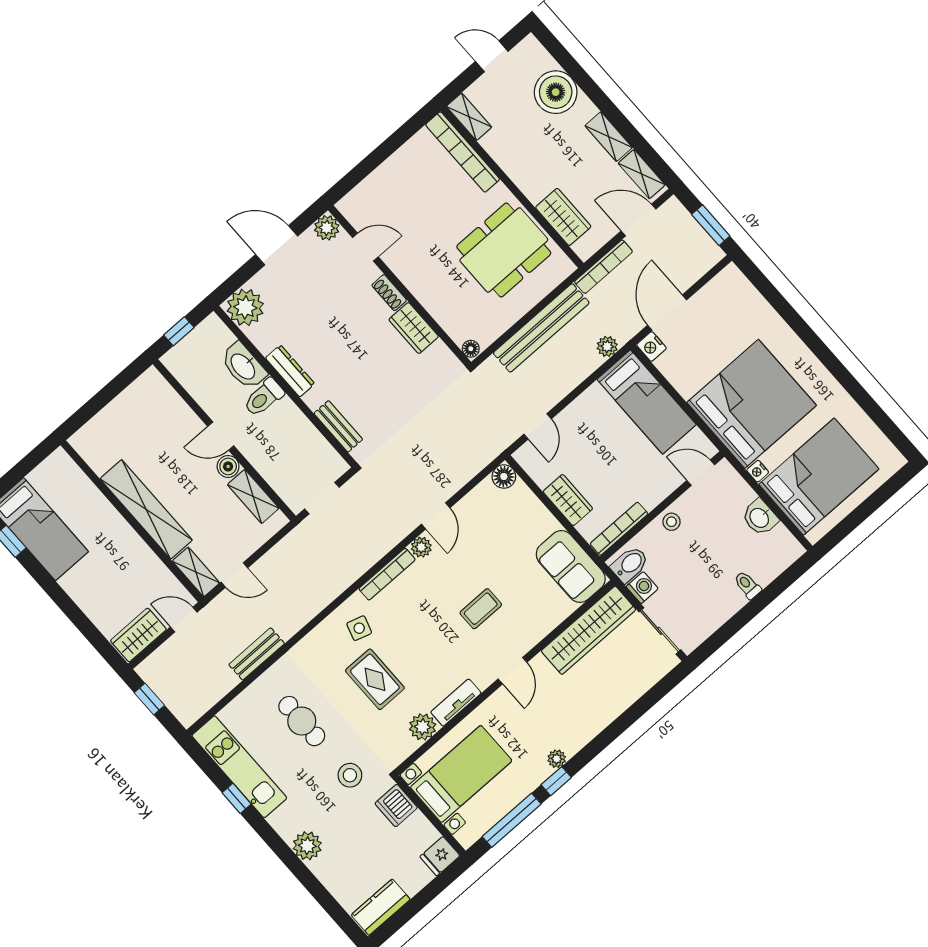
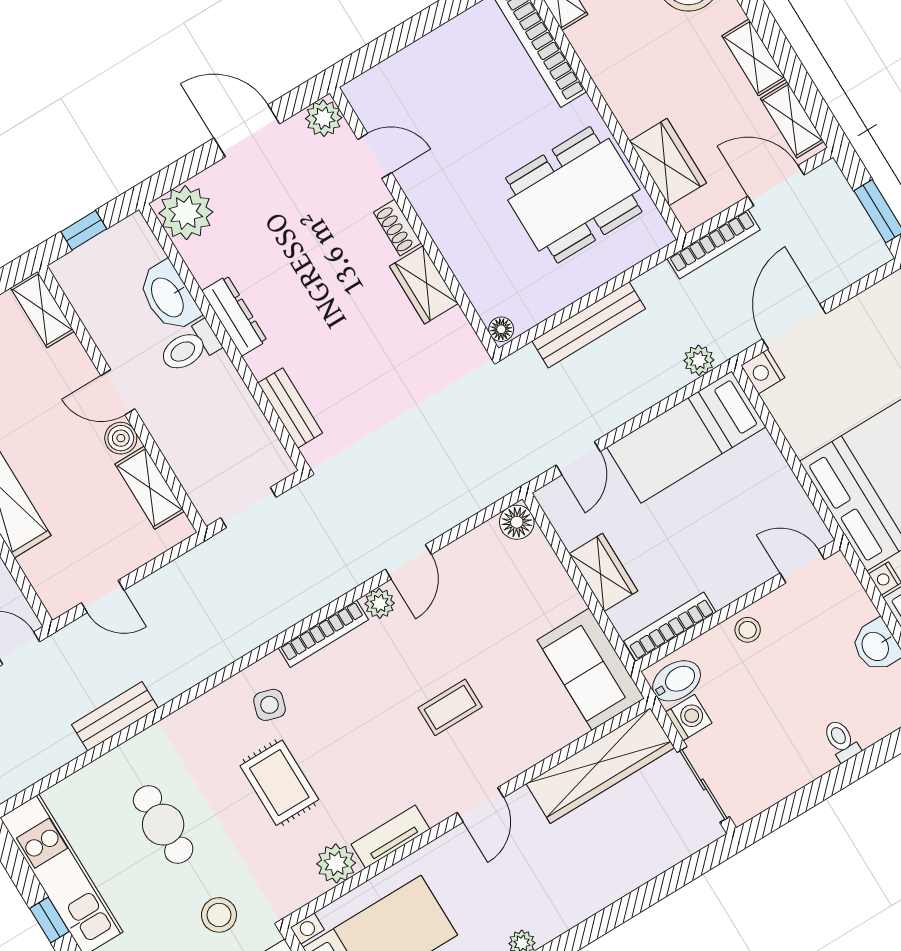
bench: (541, 328) -> (589, 325), width x0.73, depth x0.82
bed: (646, 402) -> (686, 437), moved, turned 90
shelving: (196, 572) -> (42, 309), moved

